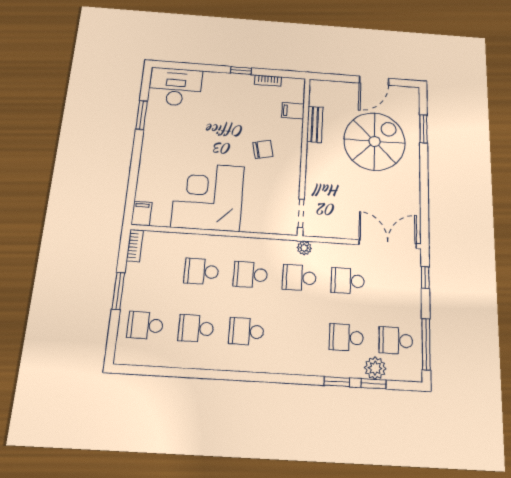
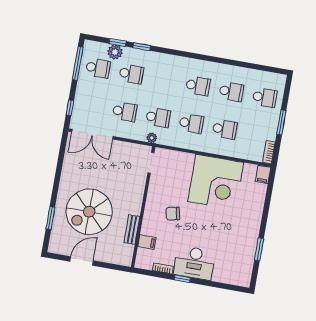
desk: (176, 87) -> (194, 263), moved

